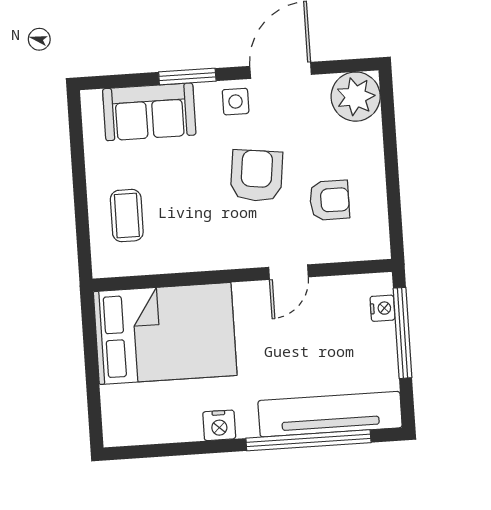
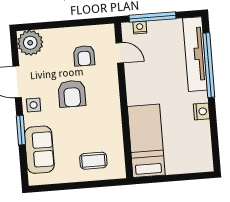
armchair: (257, 176) -> (72, 94), turned -97
armchair: (329, 200) -> (84, 56), turned 180
door: (288, 272) -> (120, 53), moved
bed: (165, 333) -> (146, 141), width x0.67

